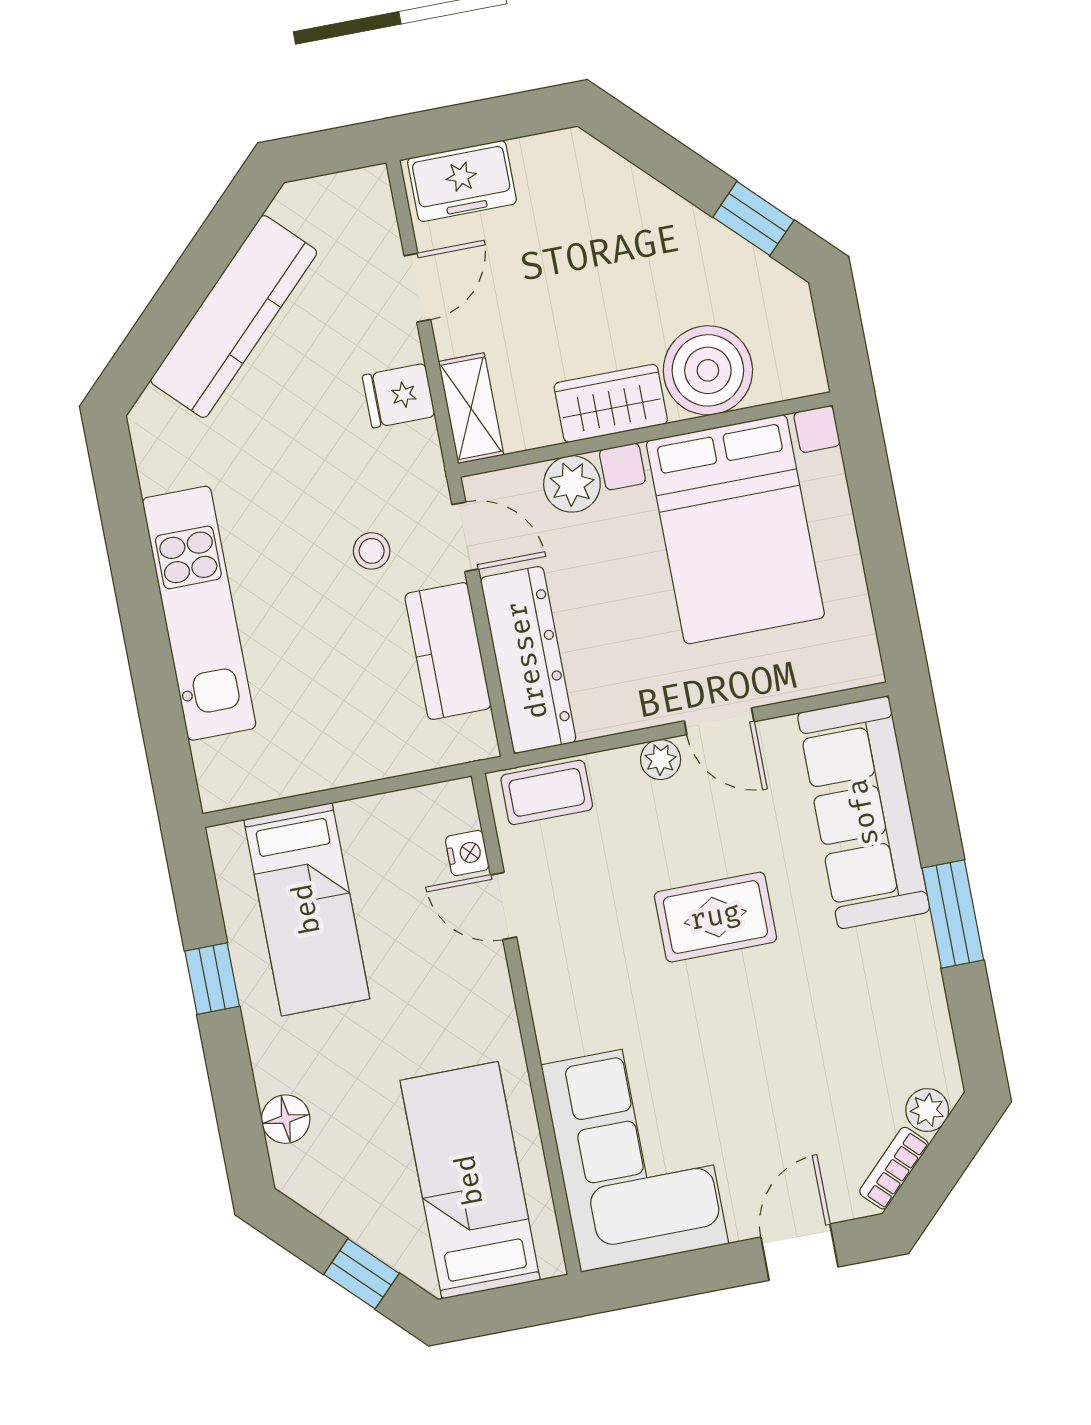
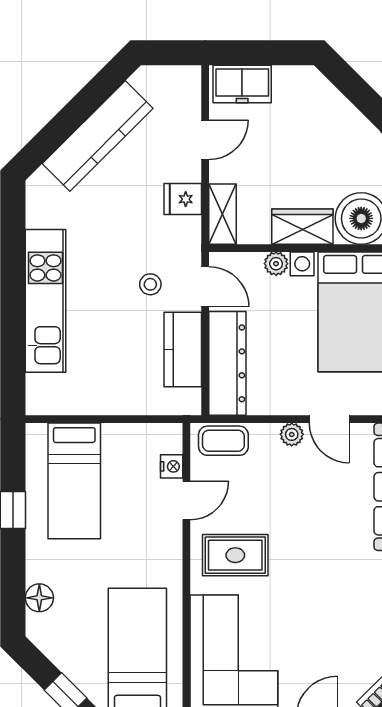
plant: (572, 484) -> (276, 264), width x0.73, depth x0.73
door: (504, 906) -> (186, 500), swing flipped
rug: (715, 917) -> (235, 555), moved

